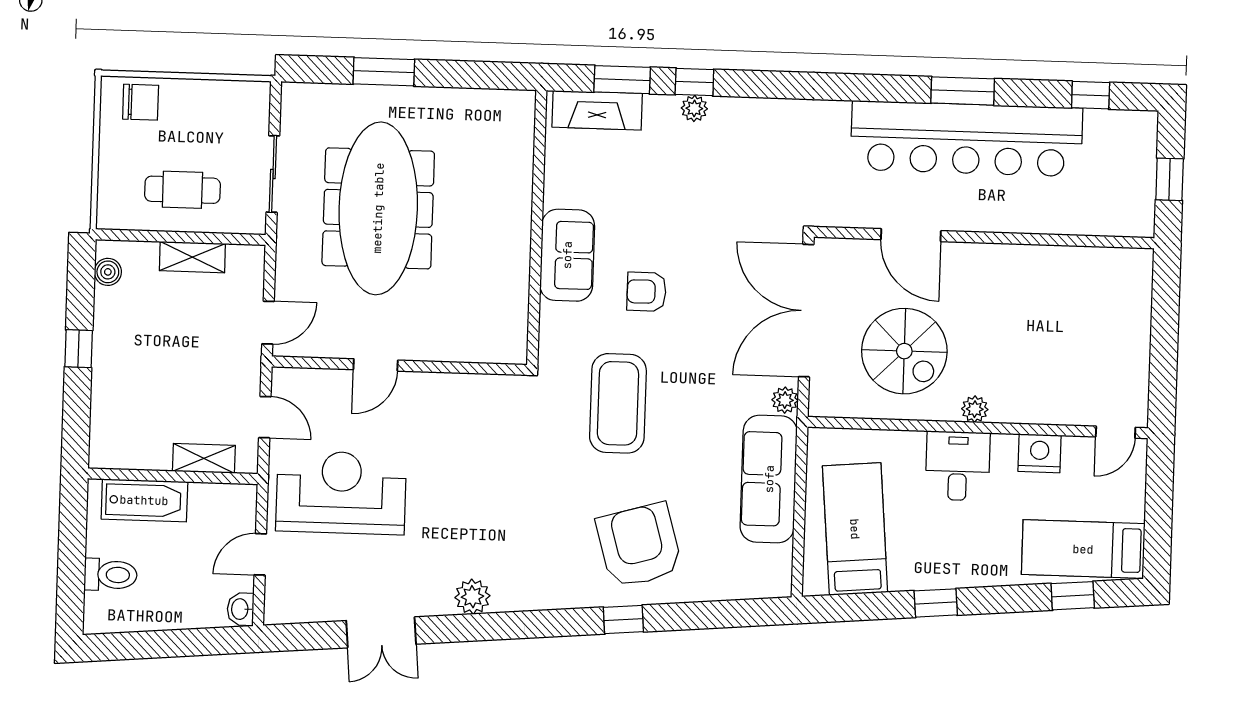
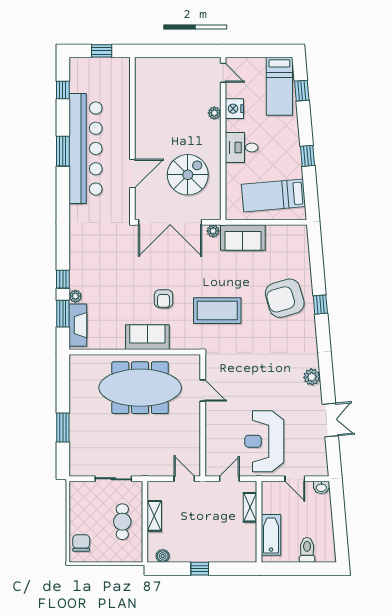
plant: (694, 108) -> (75, 296), moved
meeting table: (378, 208) -> (140, 388), moved
door: (376, 365) -> (203, 391), moved
plant: (975, 409) -> (214, 113), moved
sofa: (769, 479) -> (243, 237), width x0.73

